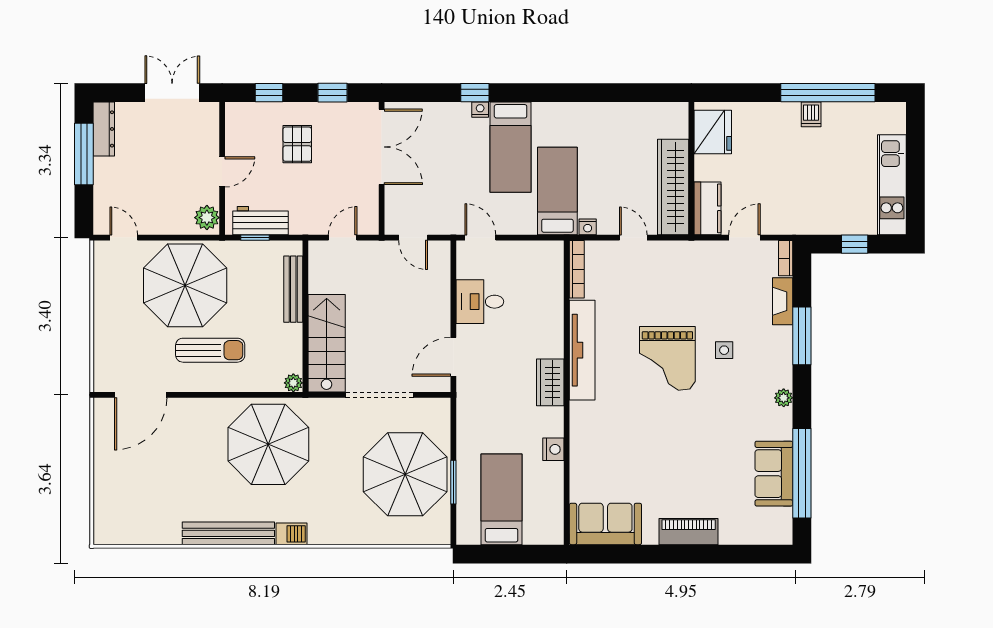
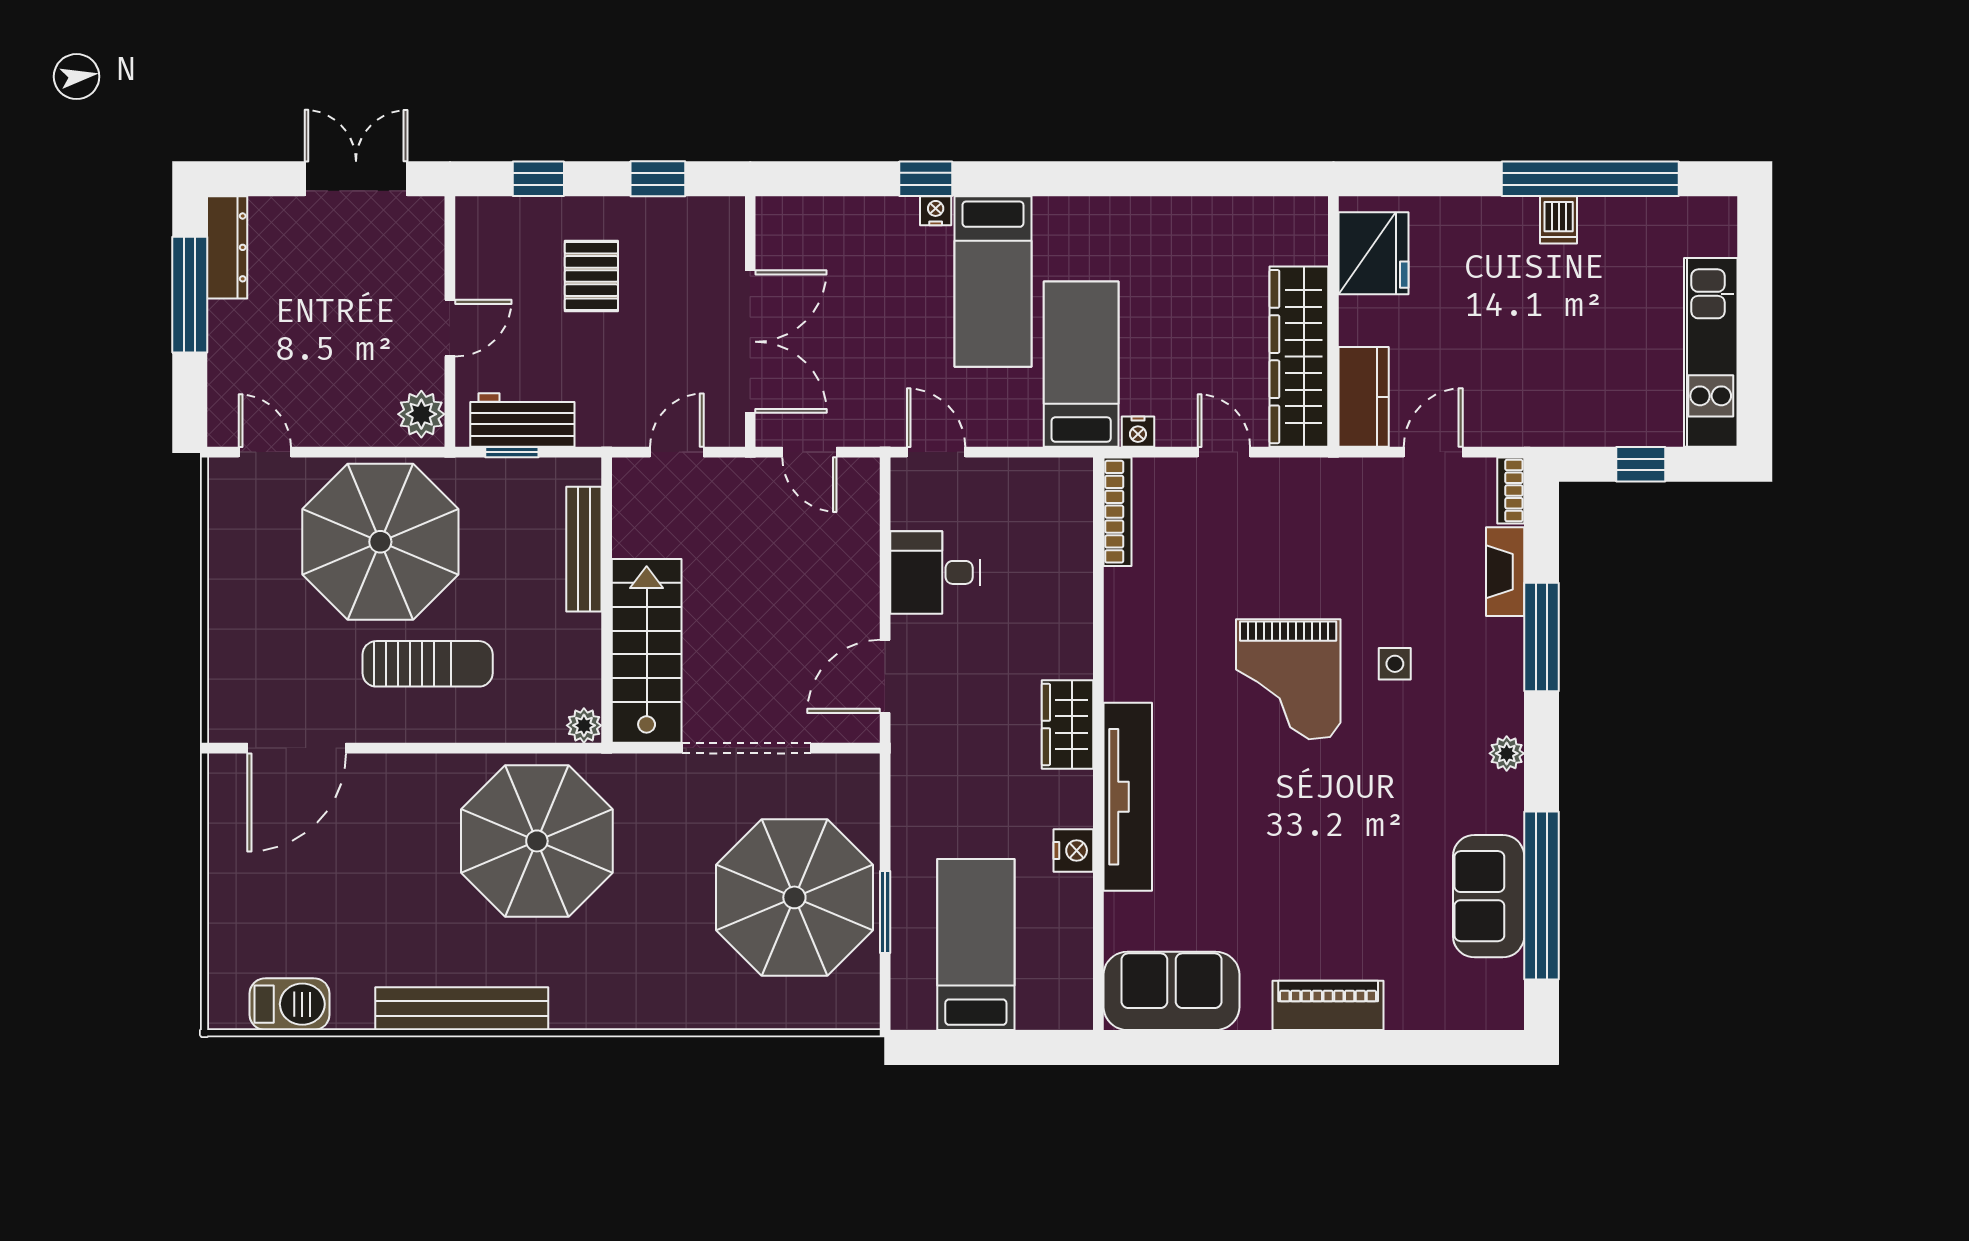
double door: (382, 147) -> (750, 342), moved
tv unit: (582, 350) -> (1128, 797), moved
barbecue: (292, 534) -> (290, 1004), moved, width x1.38, depth x1.27

